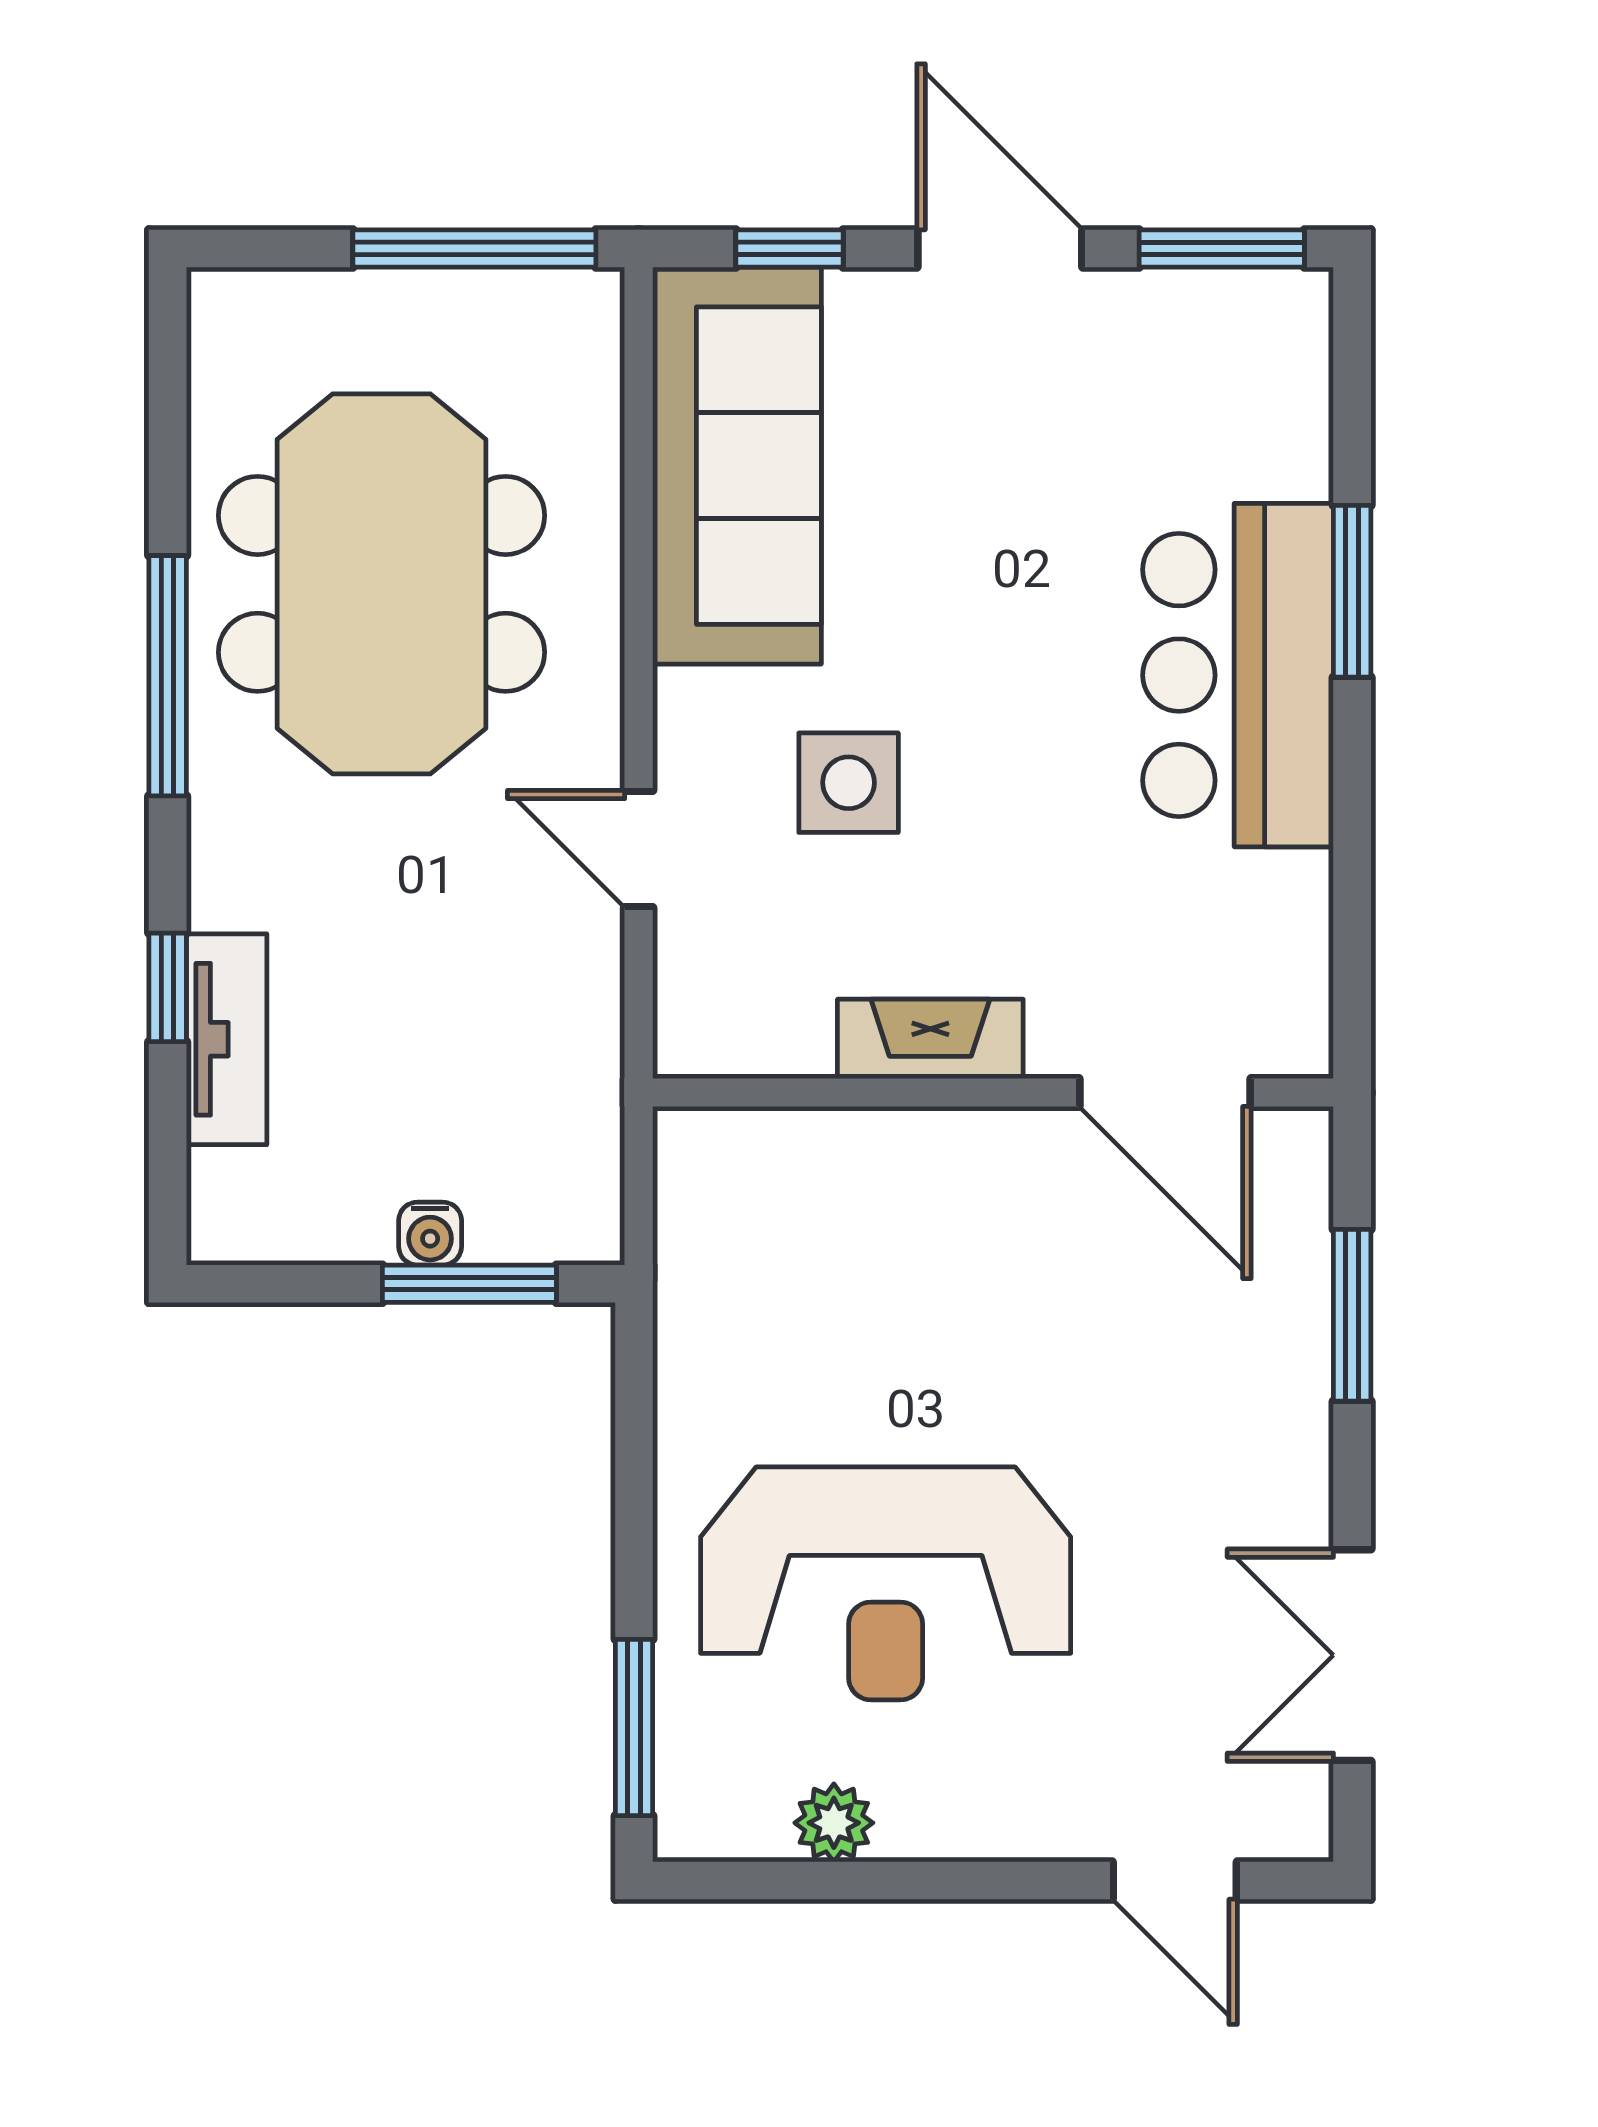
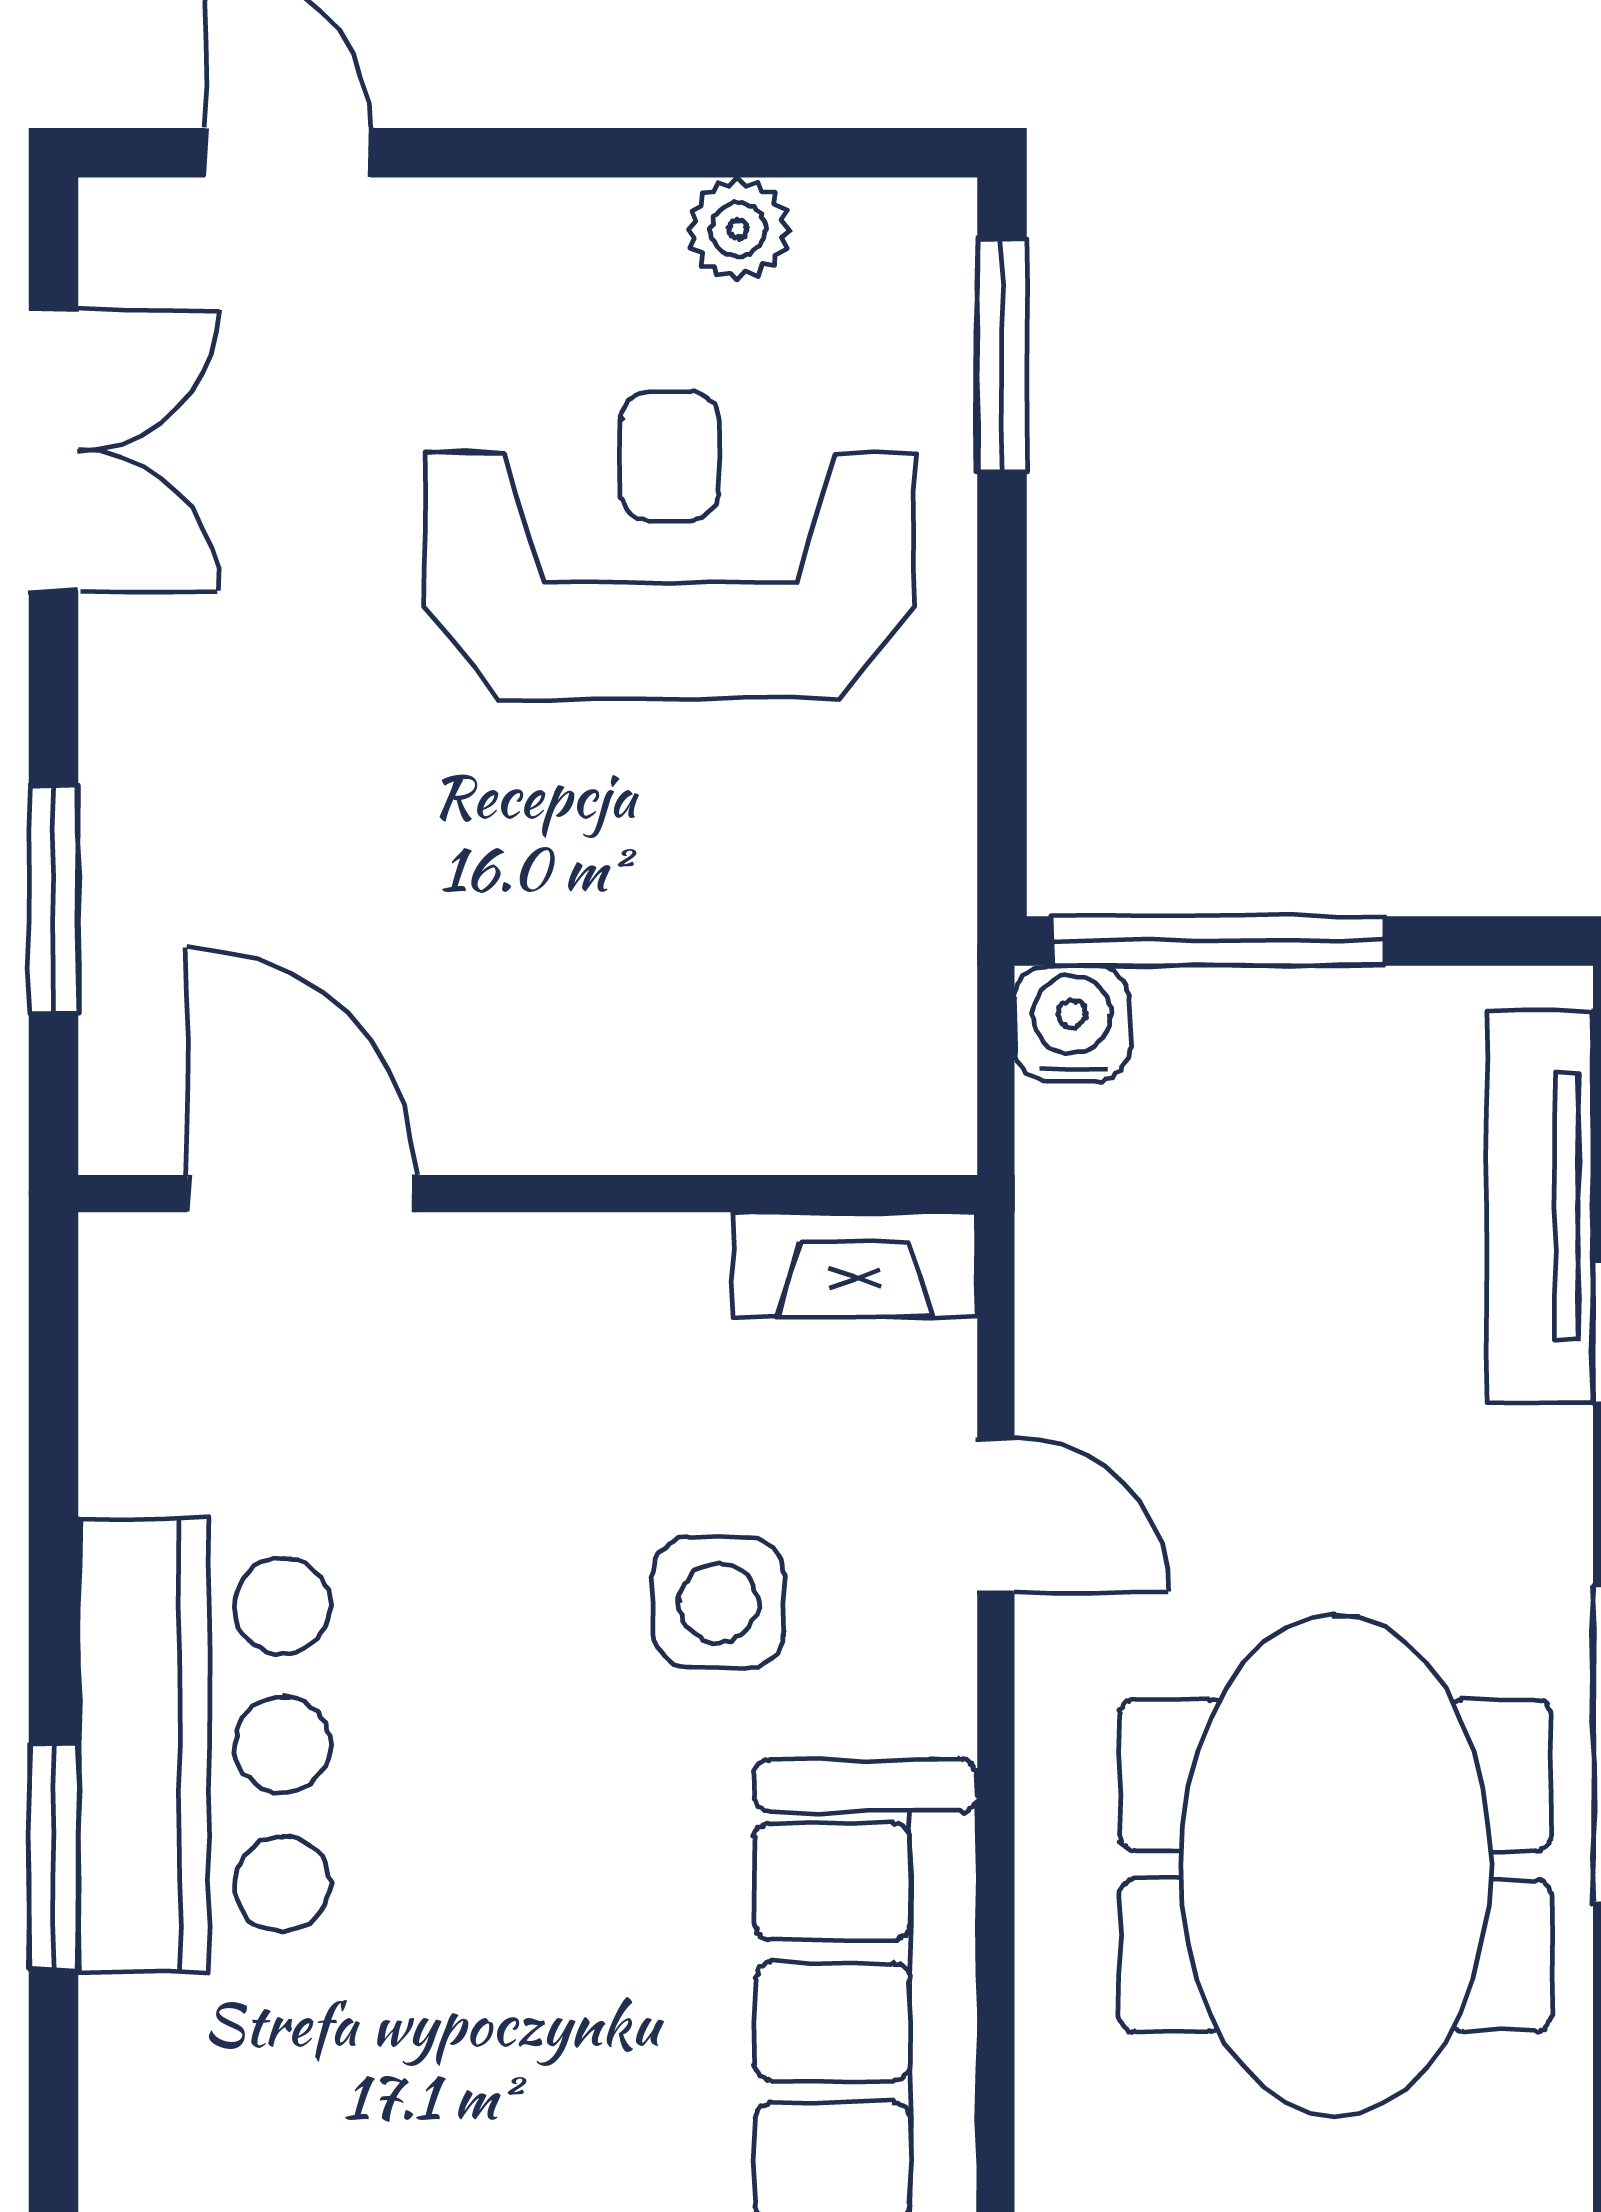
tv unit: (227, 1039) -> (1540, 1207), width x1.41
fireplace: (930, 1039) -> (855, 1264), moved
water cooler: (430, 1234) -> (1072, 1023), moved, width x1.38, depth x1.38
window: (469, 1284) -> (1219, 941), width x1.44

